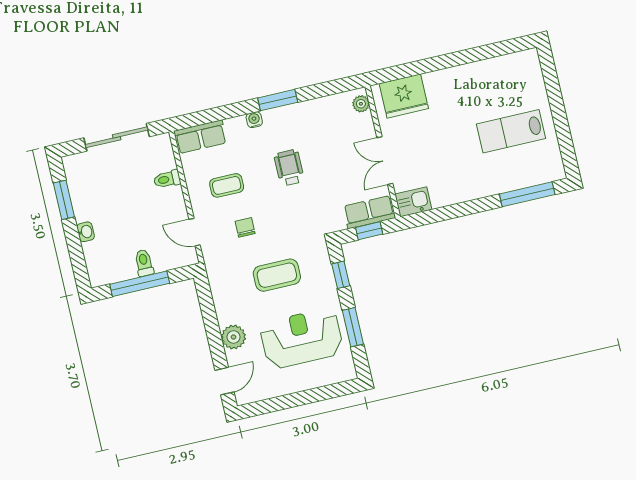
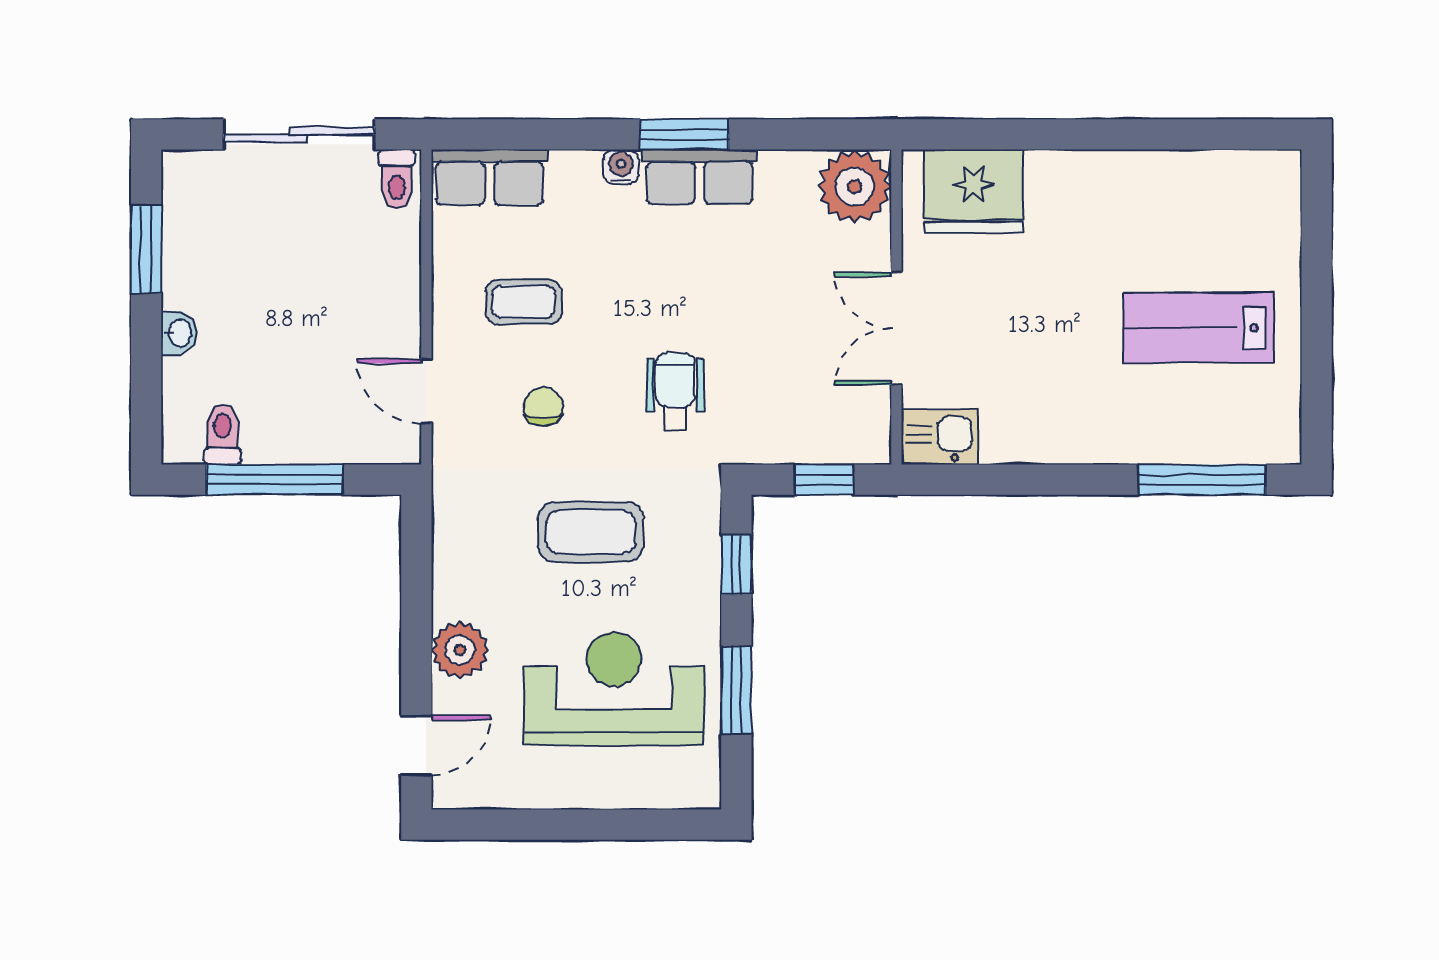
plant: (361, 104) -> (855, 187), width x1.88, depth x1.88
wheelchair: (289, 168) -> (675, 392), moved
toilet: (167, 179) -> (397, 179), moved, turned -90
row of seats: (369, 212) -> (700, 177), moved, turned 180
toilet: (144, 263) -> (223, 434), moved

